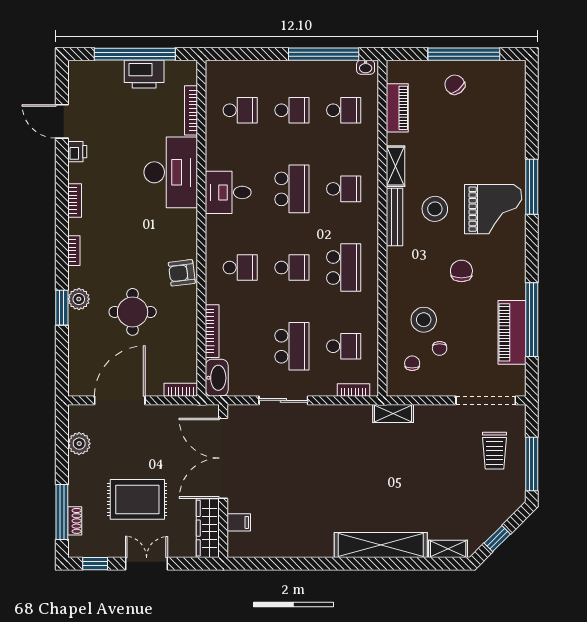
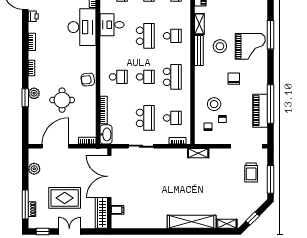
desk: (228, 192) -> (112, 25), moved

